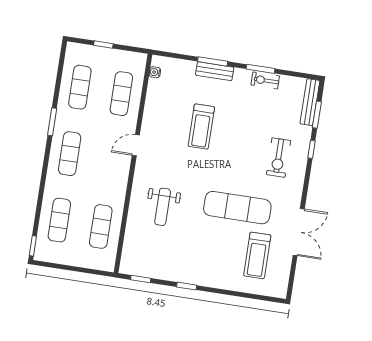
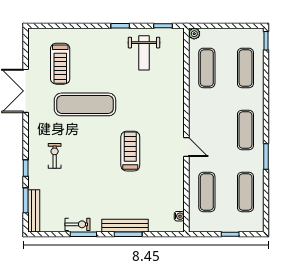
bench: (215, 71) -> (125, 226), width x1.36
treadmill: (201, 127) -> (130, 151), moved
door: (136, 145) -> (186, 147), hinge flipped
exercise bike: (278, 158) -> (55, 156), width x0.73, depth x0.72
weight bench: (163, 207) -> (144, 53), moved, turned 180
treadmill: (257, 255) -> (60, 64), turned 180
plant: (109, 265) -> (194, 34), added

